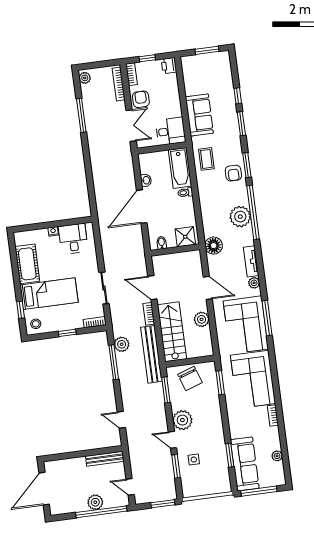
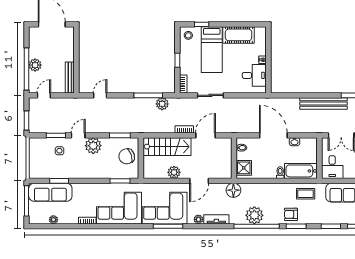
bench: (151, 354) -> (324, 103), moved

